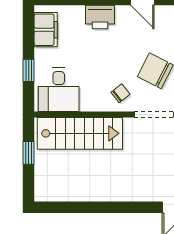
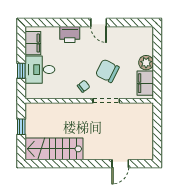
desk: (59, 90) -> (40, 70), moved, turned 90
stairs: (80, 133) -> (54, 149), moved, turned 180

